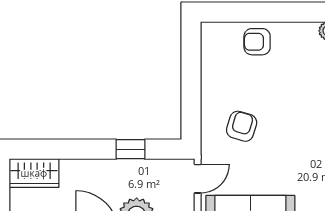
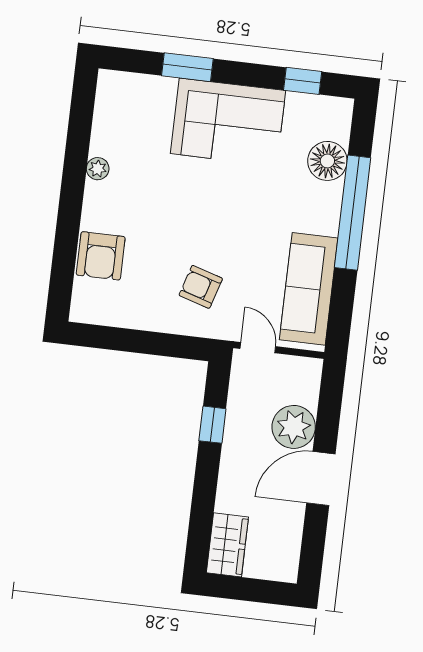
armchair: (257, 42) -> (101, 256), width x1.38, depth x1.38

